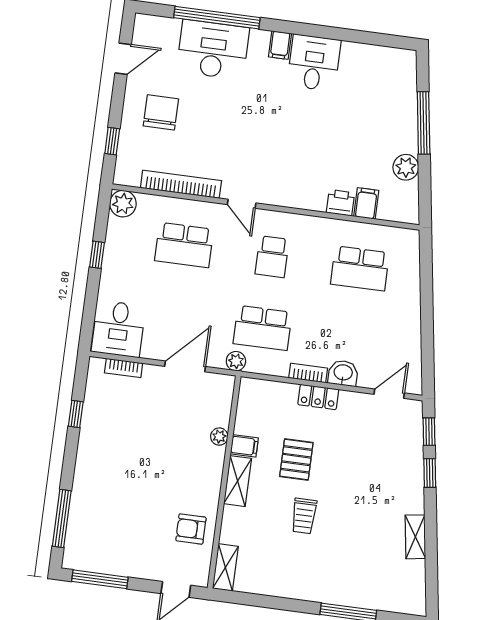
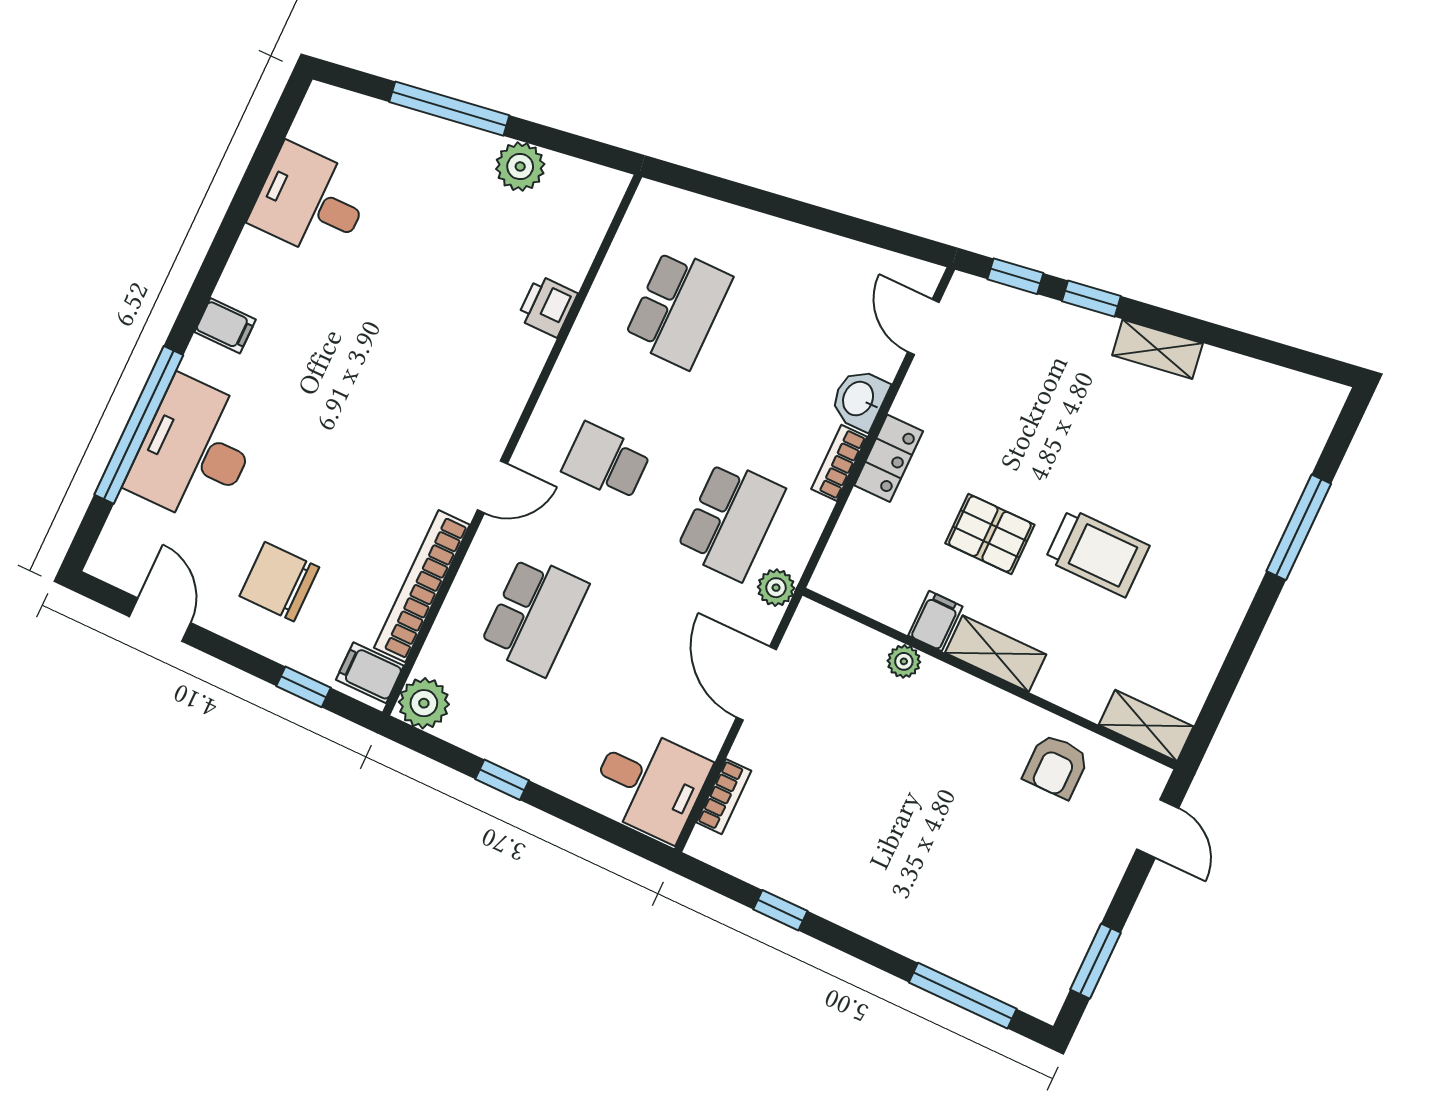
desk: (314, 63) -> (311, 202), moved
filing cabinet: (366, 203) -> (370, 673), moved
school desk: (272, 257) -> (606, 462), turned 180
trolley: (304, 516) -> (1097, 553), width x1.36, depth x1.39
shelving: (415, 537) -> (1157, 349), moved
window: (100, 579) -> (1096, 961), width x0.69

